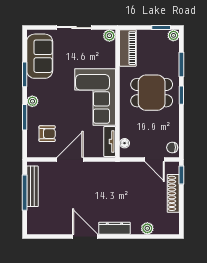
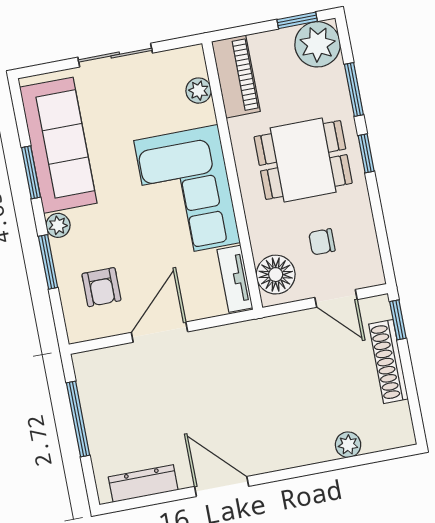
plant: (173, 35) -> (318, 44), width x1.87, depth x1.87
plant: (109, 36) -> (199, 91), moved
sofa: (40, 56) -> (58, 145), width x1.36
armchair: (47, 134) -> (101, 287), turned 90
floor lamp: (125, 143) -> (276, 275), width x1.89, depth x1.89
chair: (172, 147) -> (322, 242), moved
bench: (33, 186) -> (92, 403), removed
dresser: (114, 228) -> (143, 484), moved

